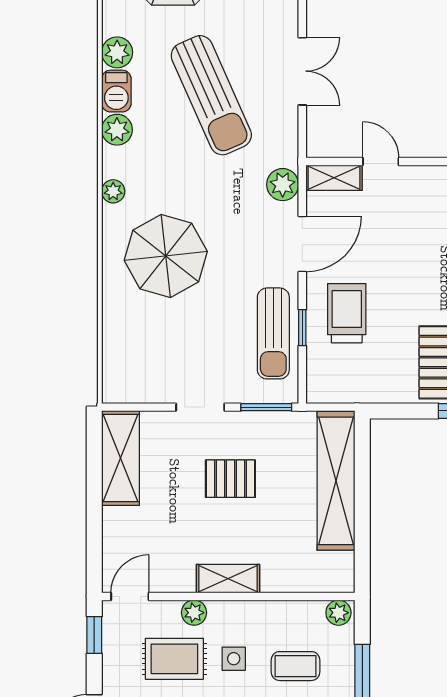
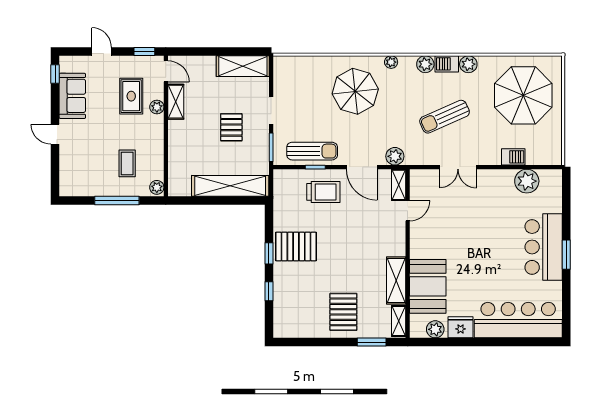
sun lounger: (211, 95) -> (445, 117), width x0.73, depth x0.75
sun lounger: (273, 333) -> (312, 151), turned 180
shelving: (228, 579) -> (176, 102), moved
side table: (234, 659) -> (131, 129), removed

